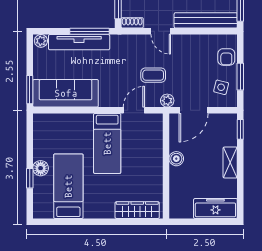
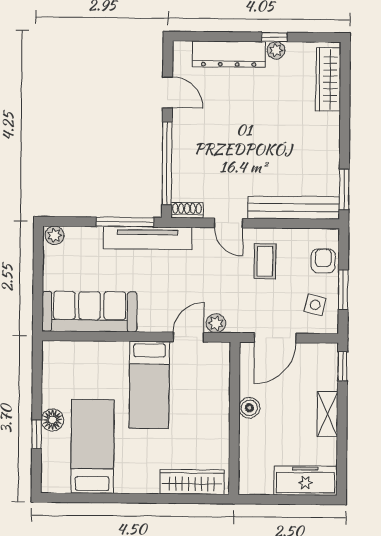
tv unit: (79, 42) -> (148, 238), moved
armchair: (226, 57) -> (323, 261), turned 180
coffee table: (153, 75) -> (265, 261), moved, turned 90
window: (30, 90) -> (38, 306), removed
plant: (167, 101) -> (216, 323), moved

